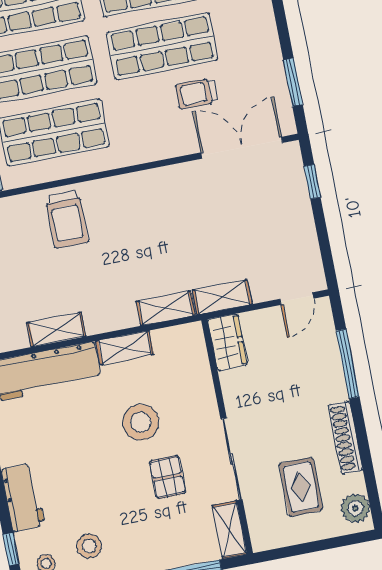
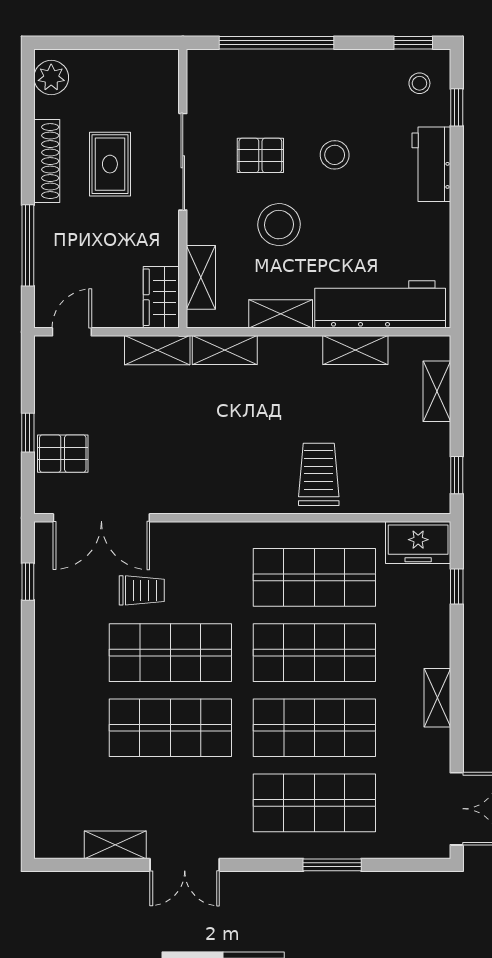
window: (293, 82) -> (28, 582), width x0.67
window: (312, 182) -> (28, 433), moved
pallet: (285, 195) -> (63, 454), added
pallet: (168, 477) -> (260, 155), turned 90
rug: (301, 487) -> (110, 164), moved
shelving: (230, 530) -> (201, 277), moved
stool: (89, 546) -> (335, 155), moved

